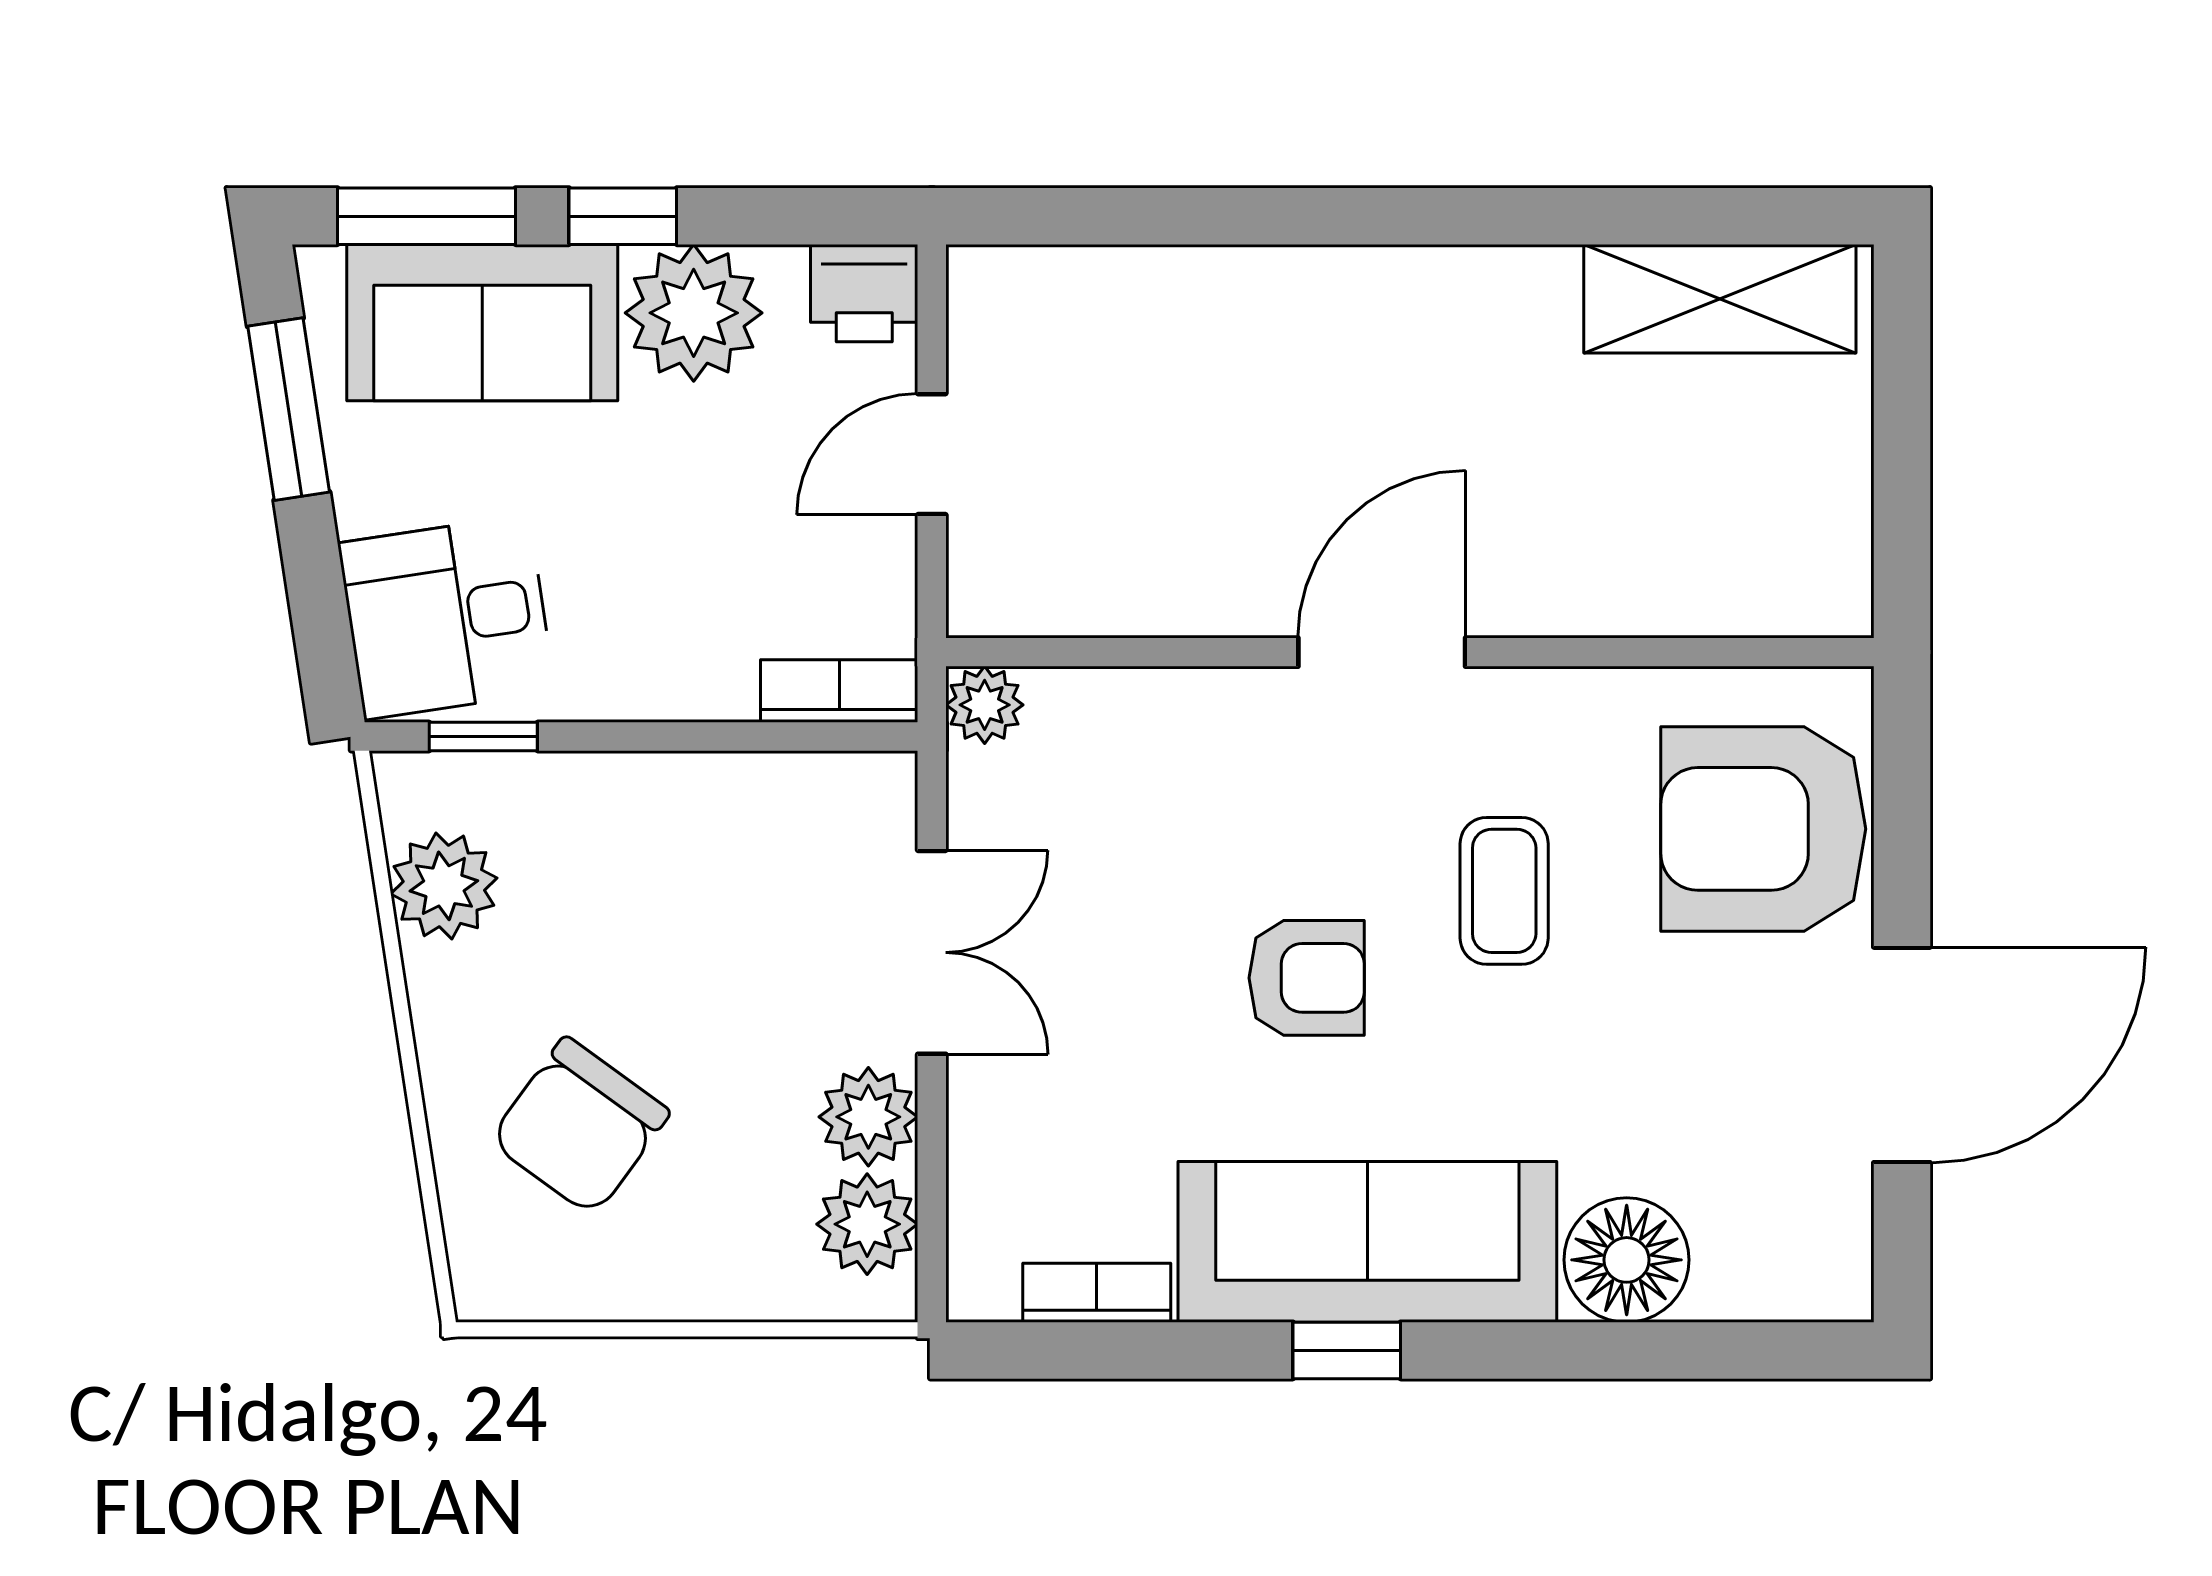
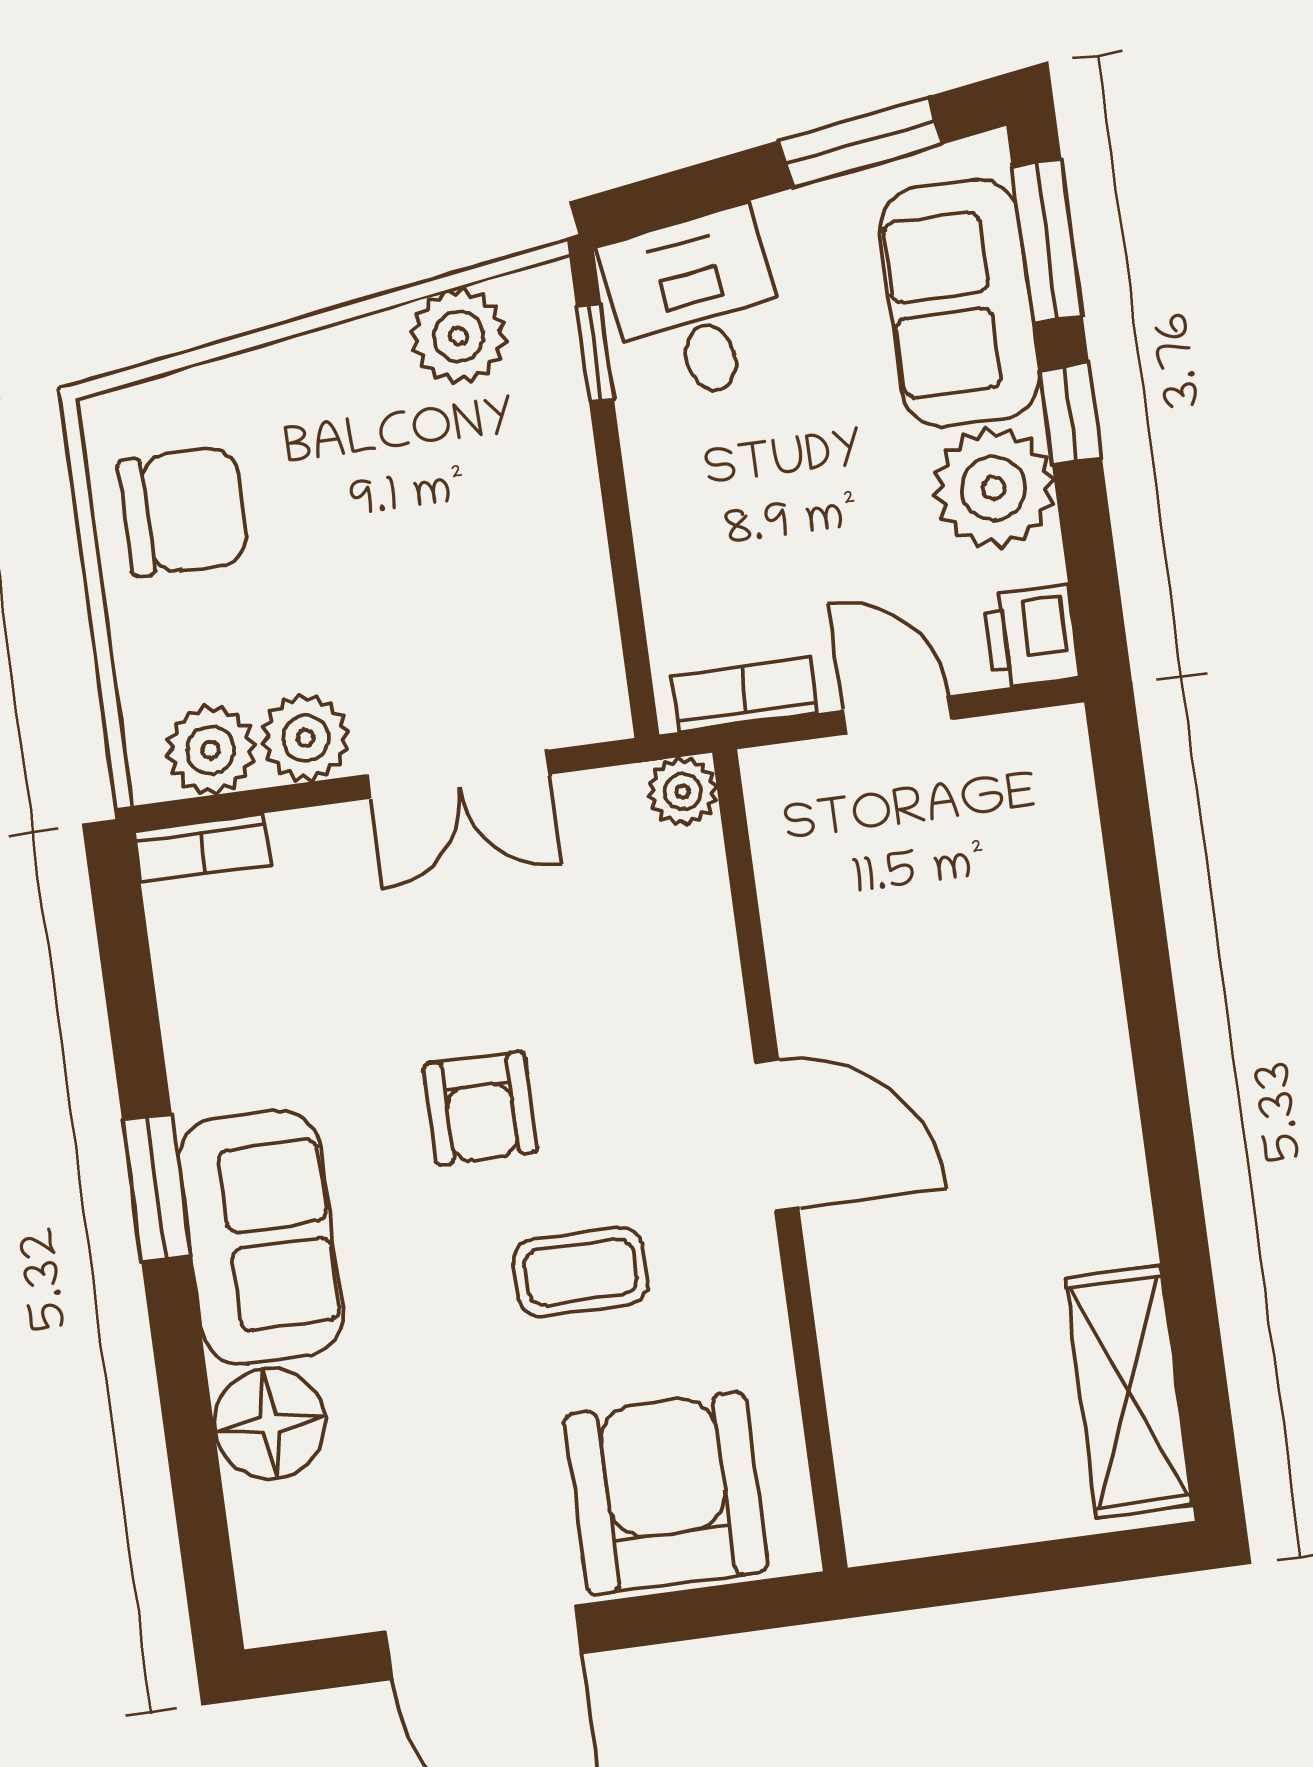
bookcase: (839, 691) -> (745, 695), moved, turned -90
chair: (580, 1126) -> (183, 511), moved, turned 144
sofa: (1367, 1242) -> (261, 1237), width x0.73
bookcase: (1097, 1293) -> (202, 848), moved, turned 90
window: (1347, 1350) -> (157, 1188), width x1.50

